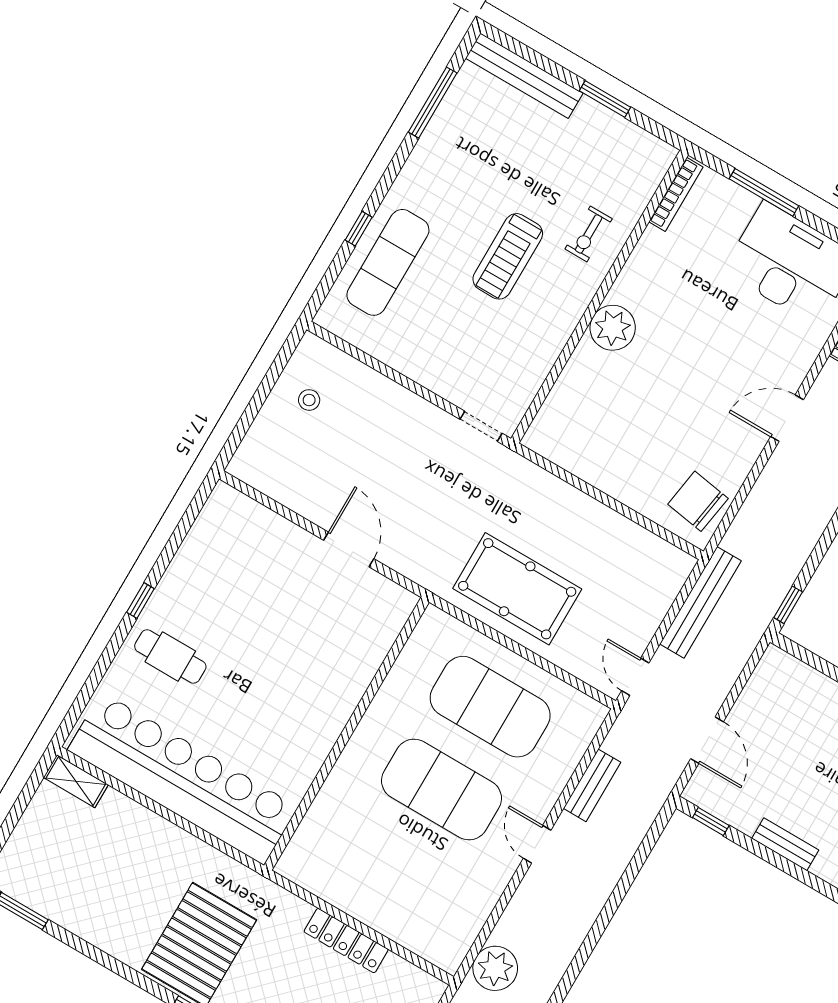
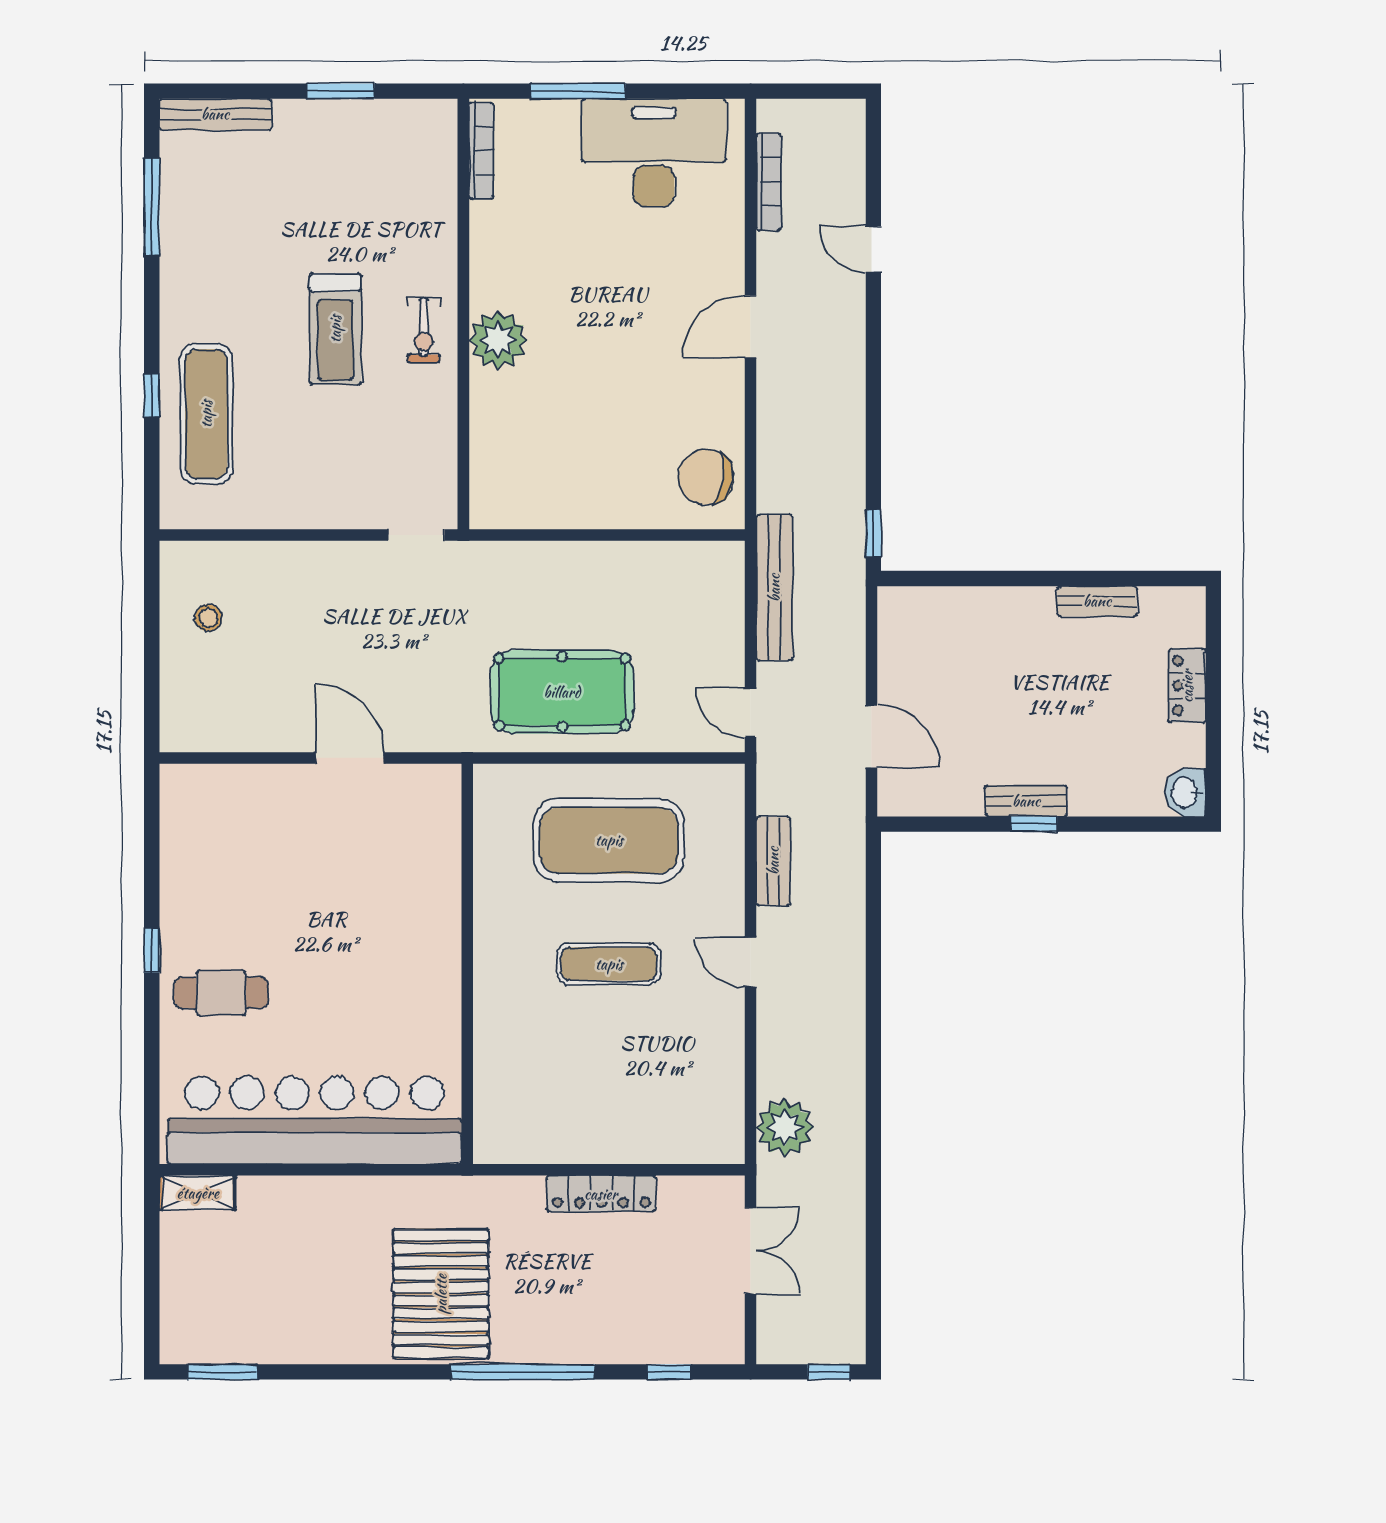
bench: (524, 76) -> (215, 114), width x0.73, depth x0.82
exercise bike: (589, 234) -> (424, 330), moved
exercise mat: (441, 790) -> (609, 964), width x0.50, depth x0.69
window: (711, 822) -> (1034, 824), moved

